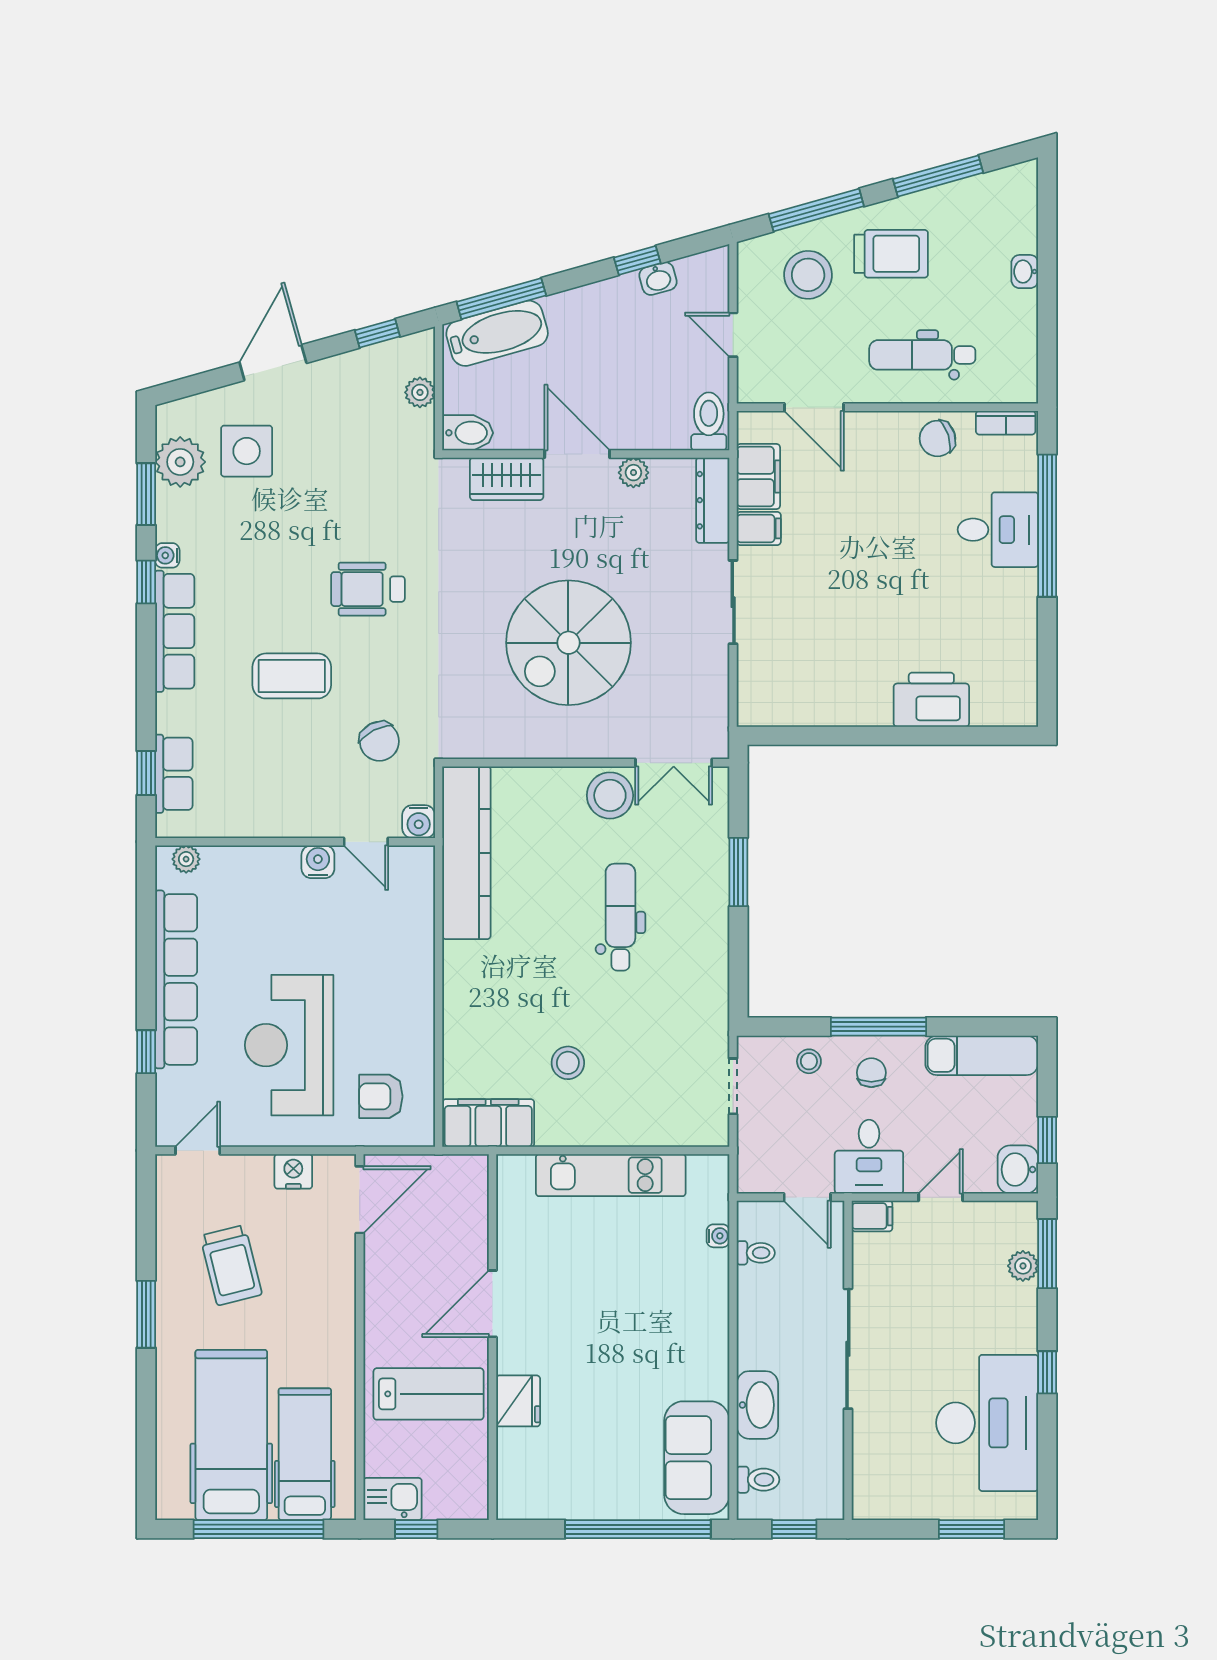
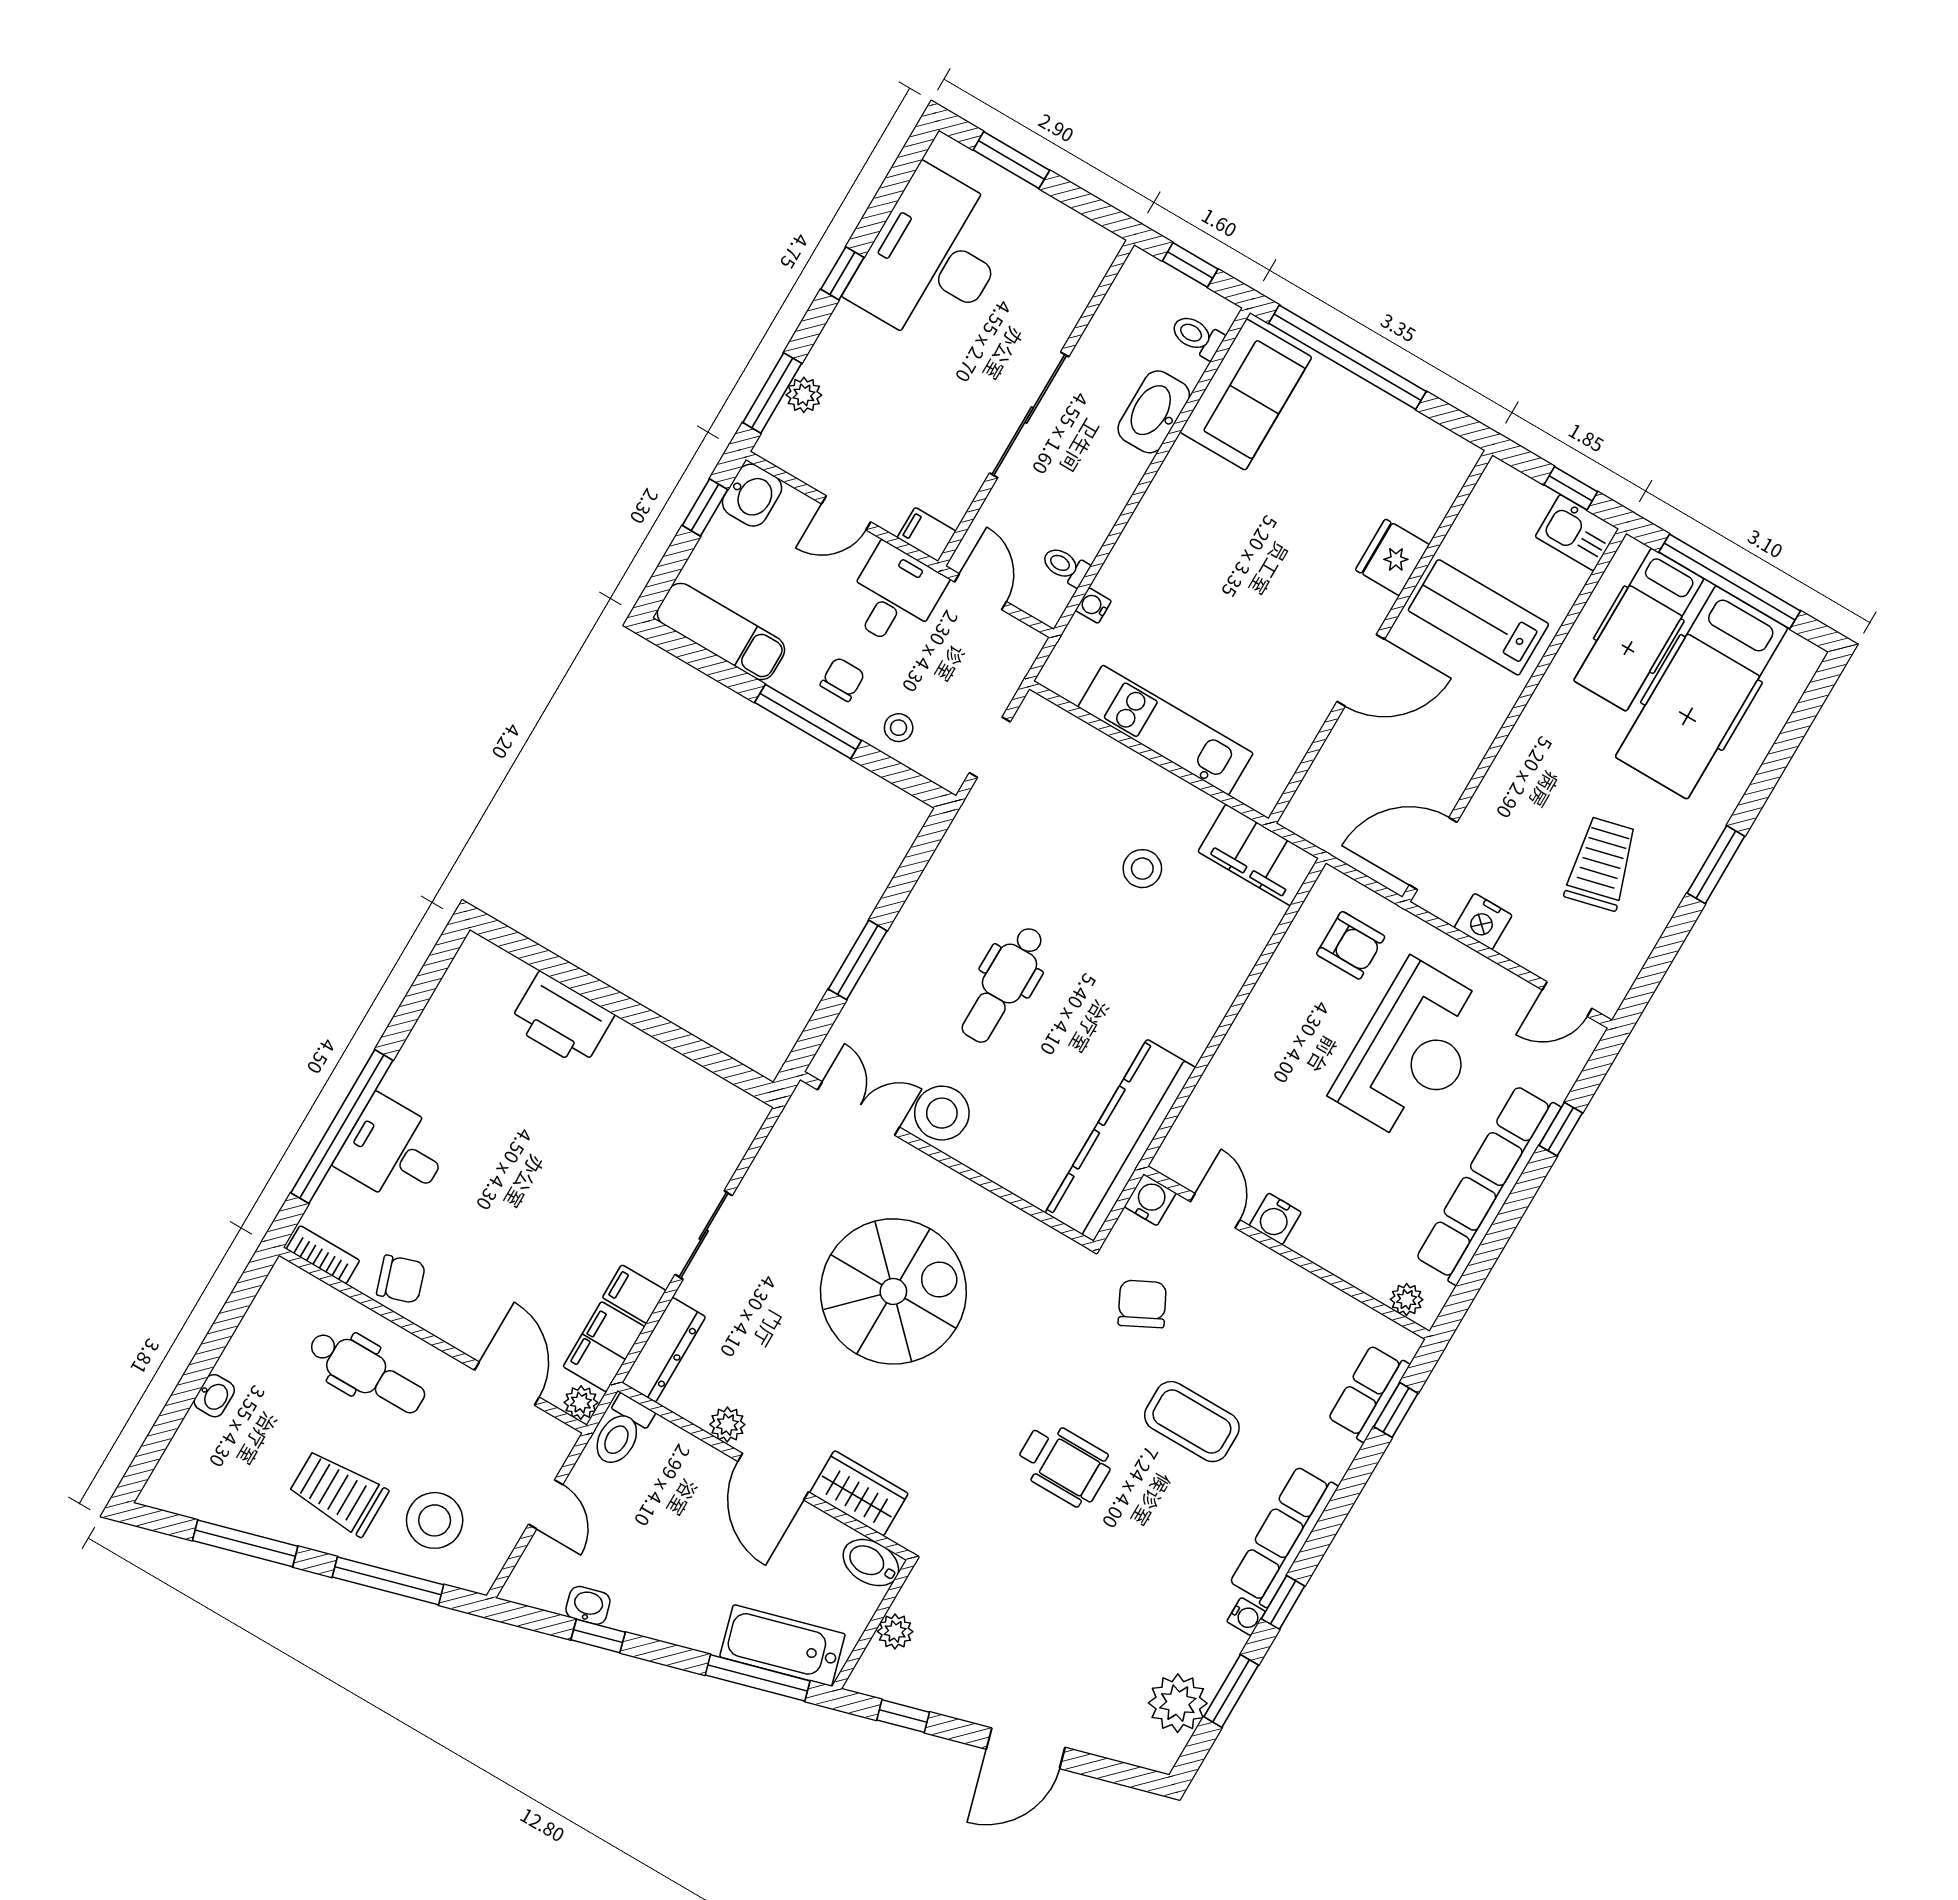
plant: (751, 425) -> (581, 1403), added
side table: (247, 451) -> (1104, 1675), removed
chair: (871, 1073) -> (842, 679), turned 180

